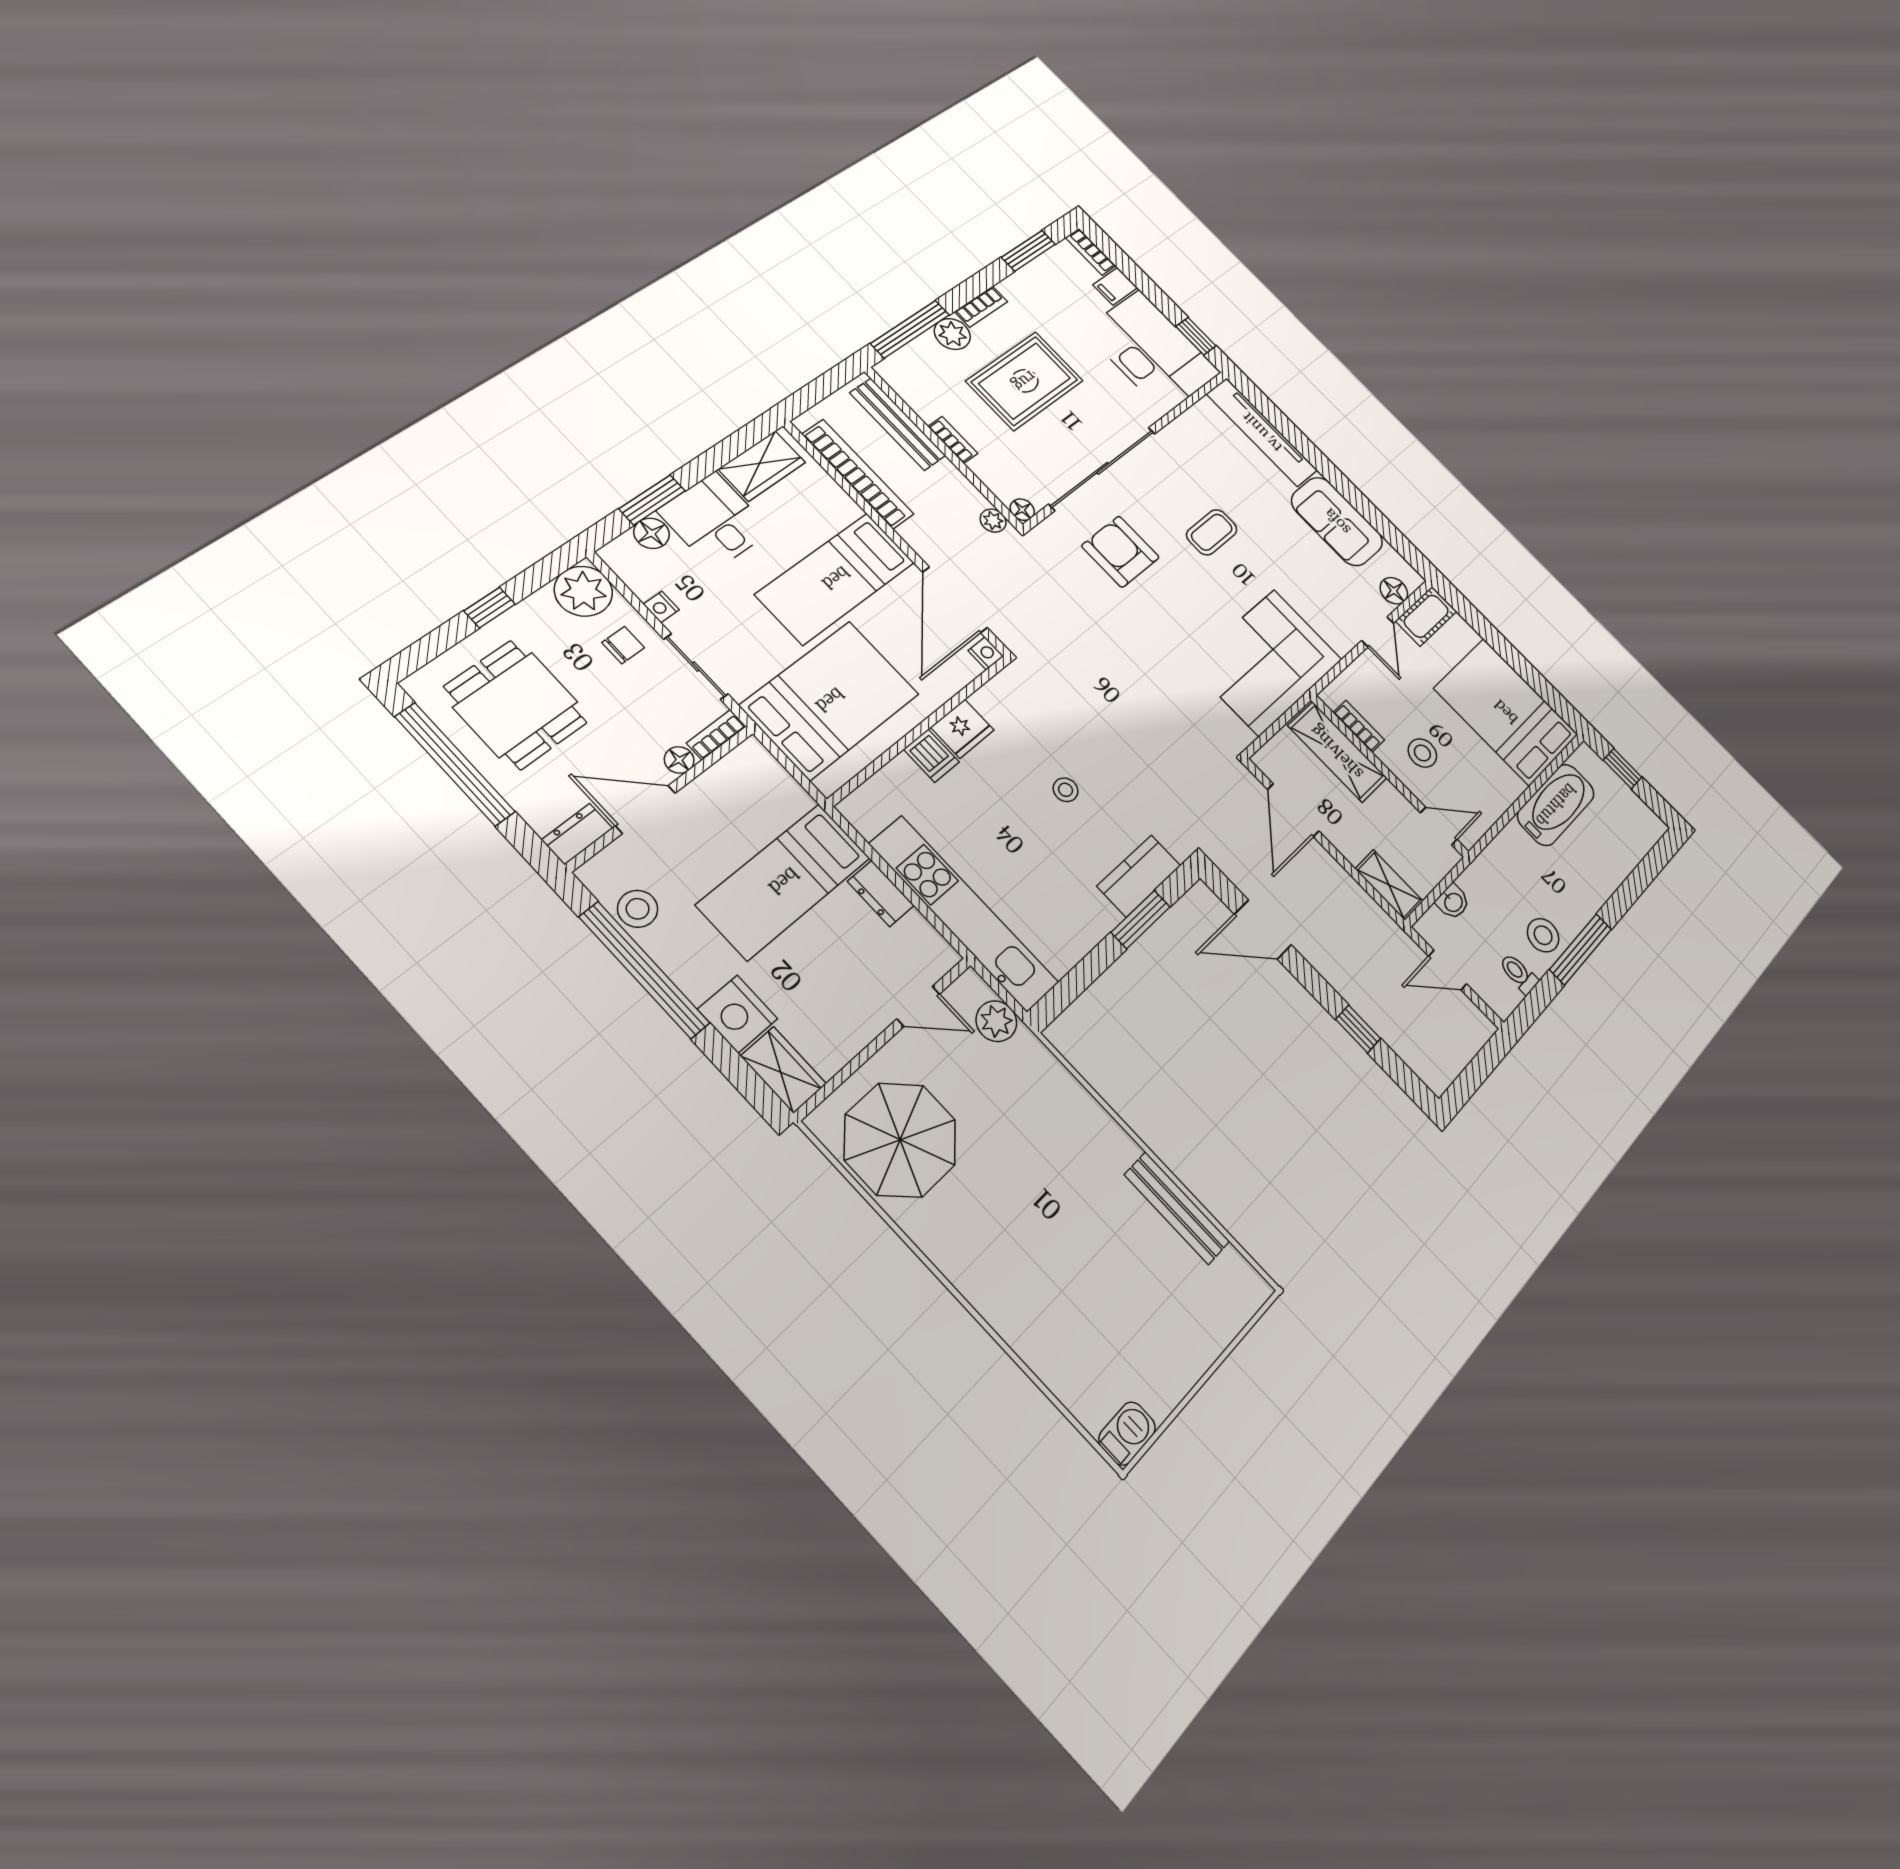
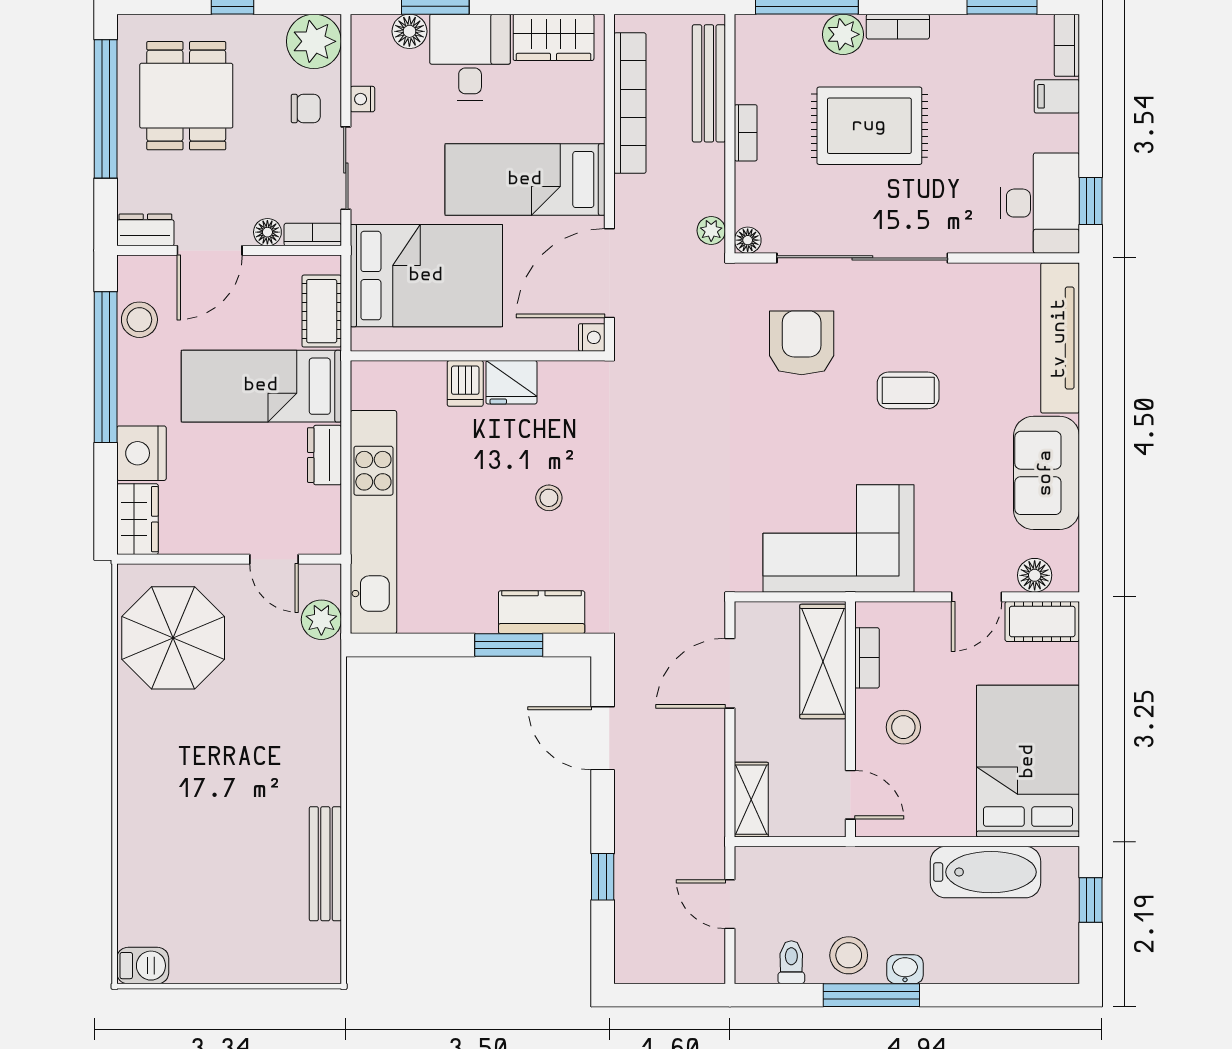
desk: (1152, 352) -> (1040, 203), width x0.73, depth x0.77
cot: (777, 787) -> (322, 311), added
door: (646, 809) -> (210, 250), swing flipped
washbasin: (1453, 902) -> (905, 969), moved, turned 180

